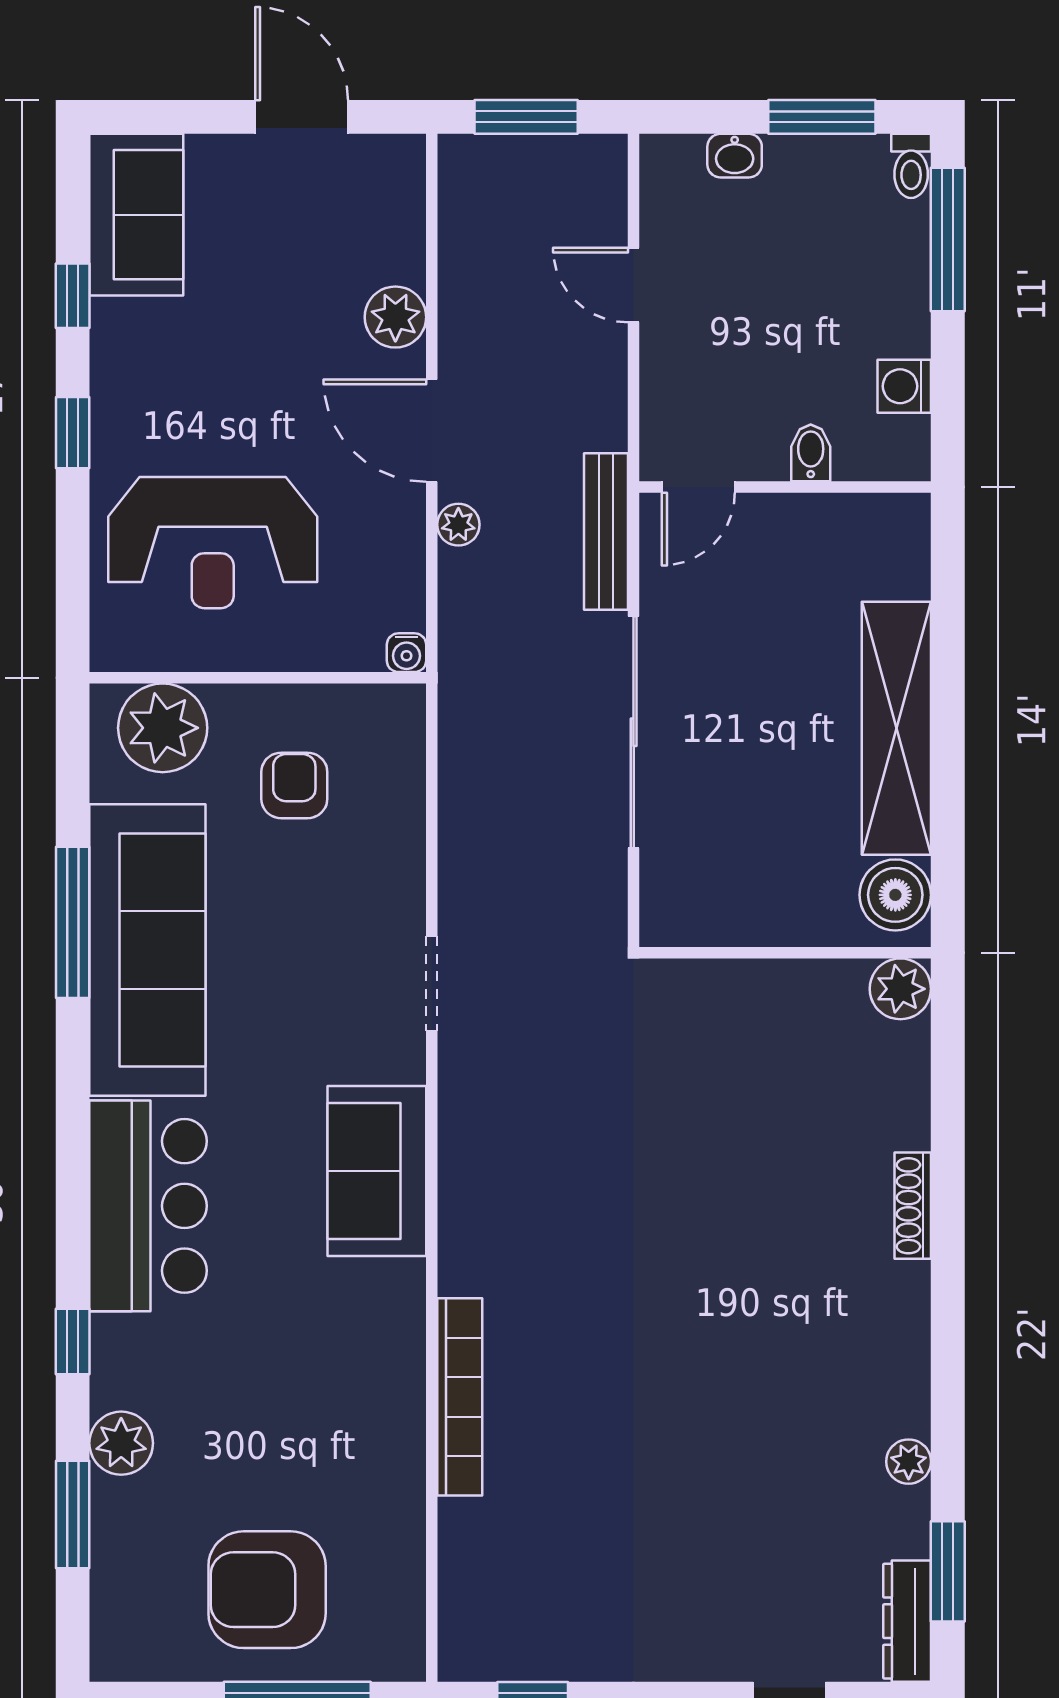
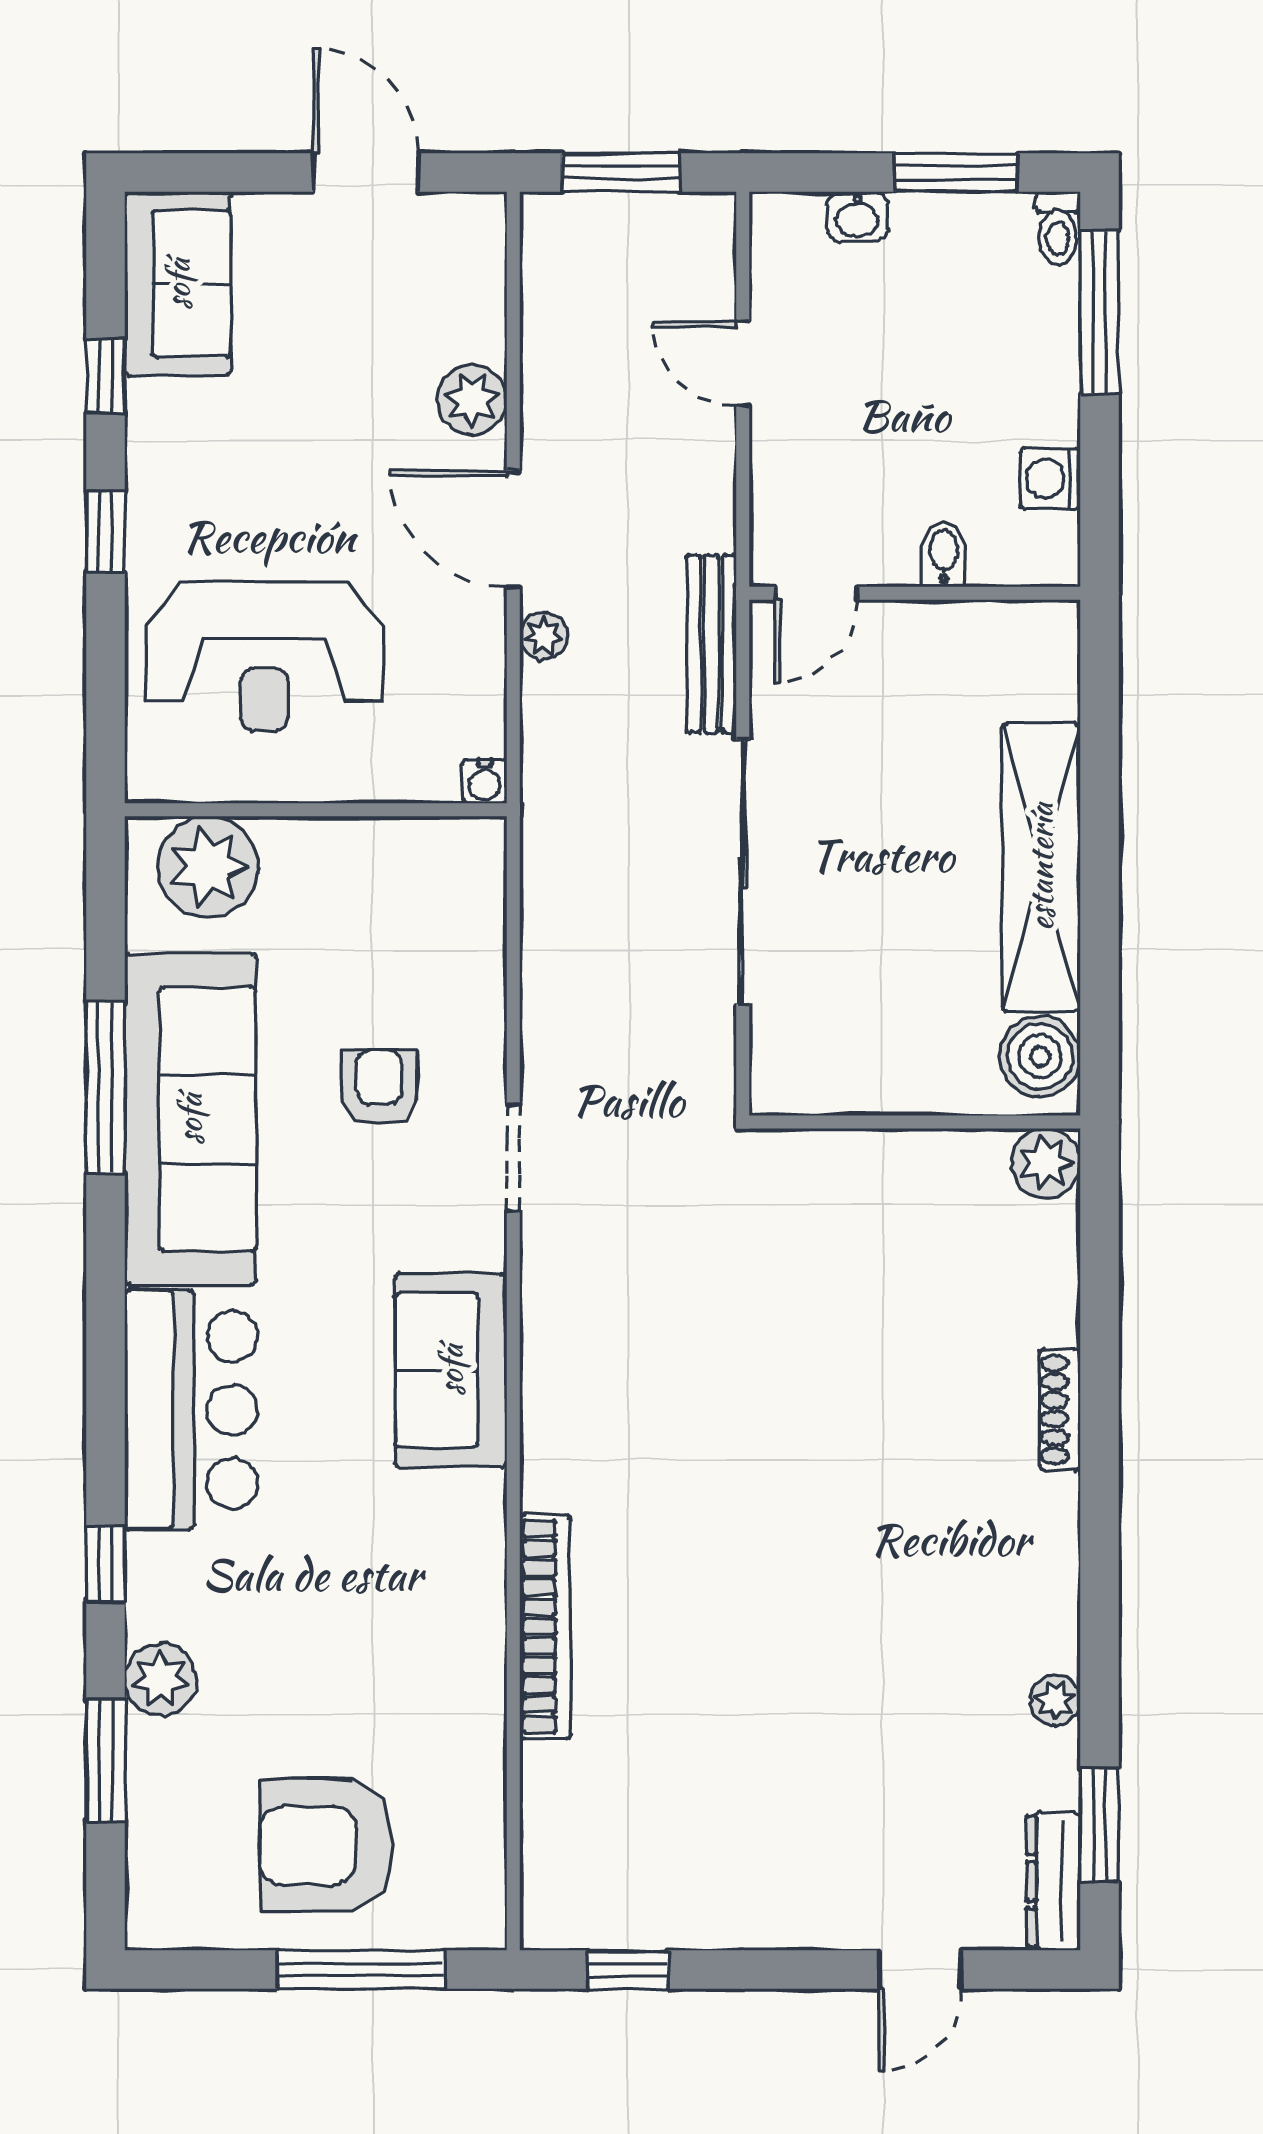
armchair: (294, 785) -> (379, 1088), moved

